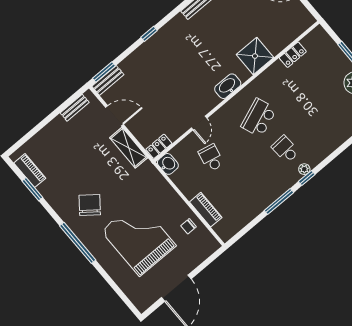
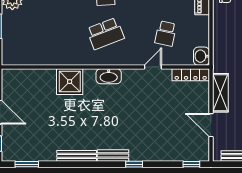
locker: (293, 55) -> (41, 59), removed
window: (104, 72) -> (191, 164), width x0.67
bench: (108, 80) -> (113, 155), moved
locker: (159, 146) -> (191, 75), width x1.53

